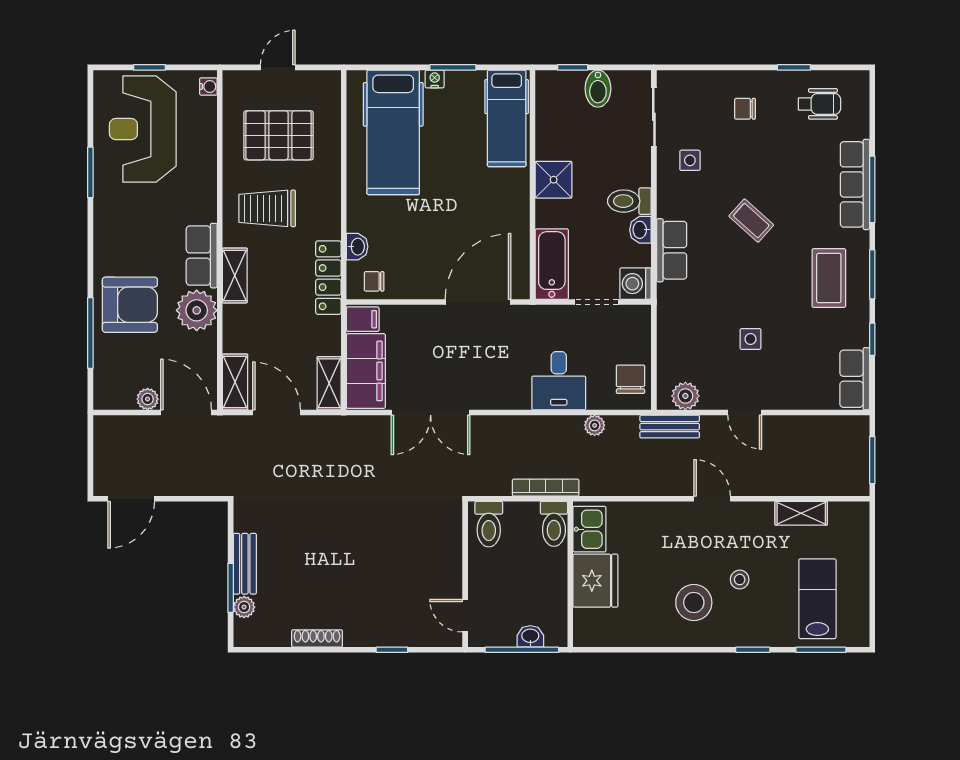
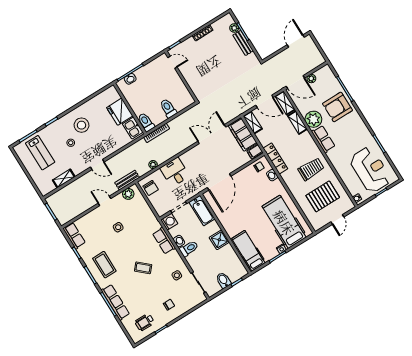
shelving: (235, 275) -> (297, 122), moved
wall: (465, 574) -> (181, 76), moved
door: (465, 616) -> (172, 62), moved

